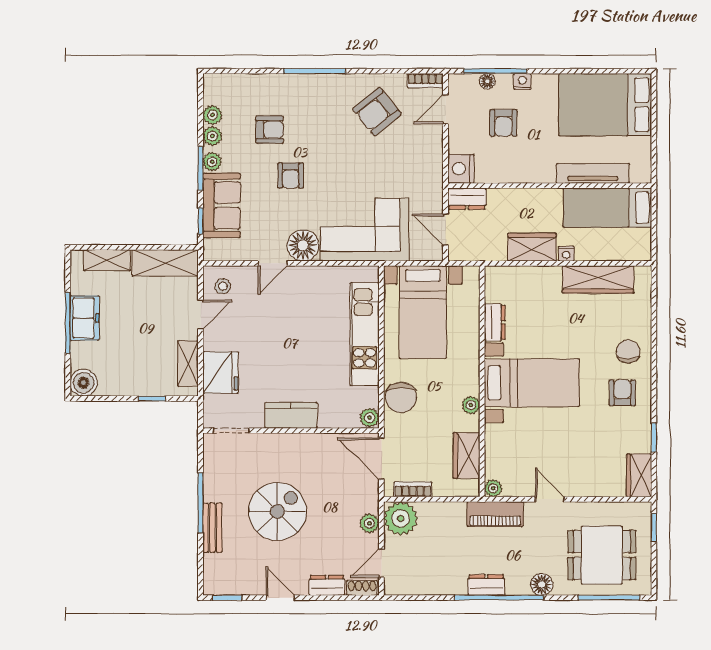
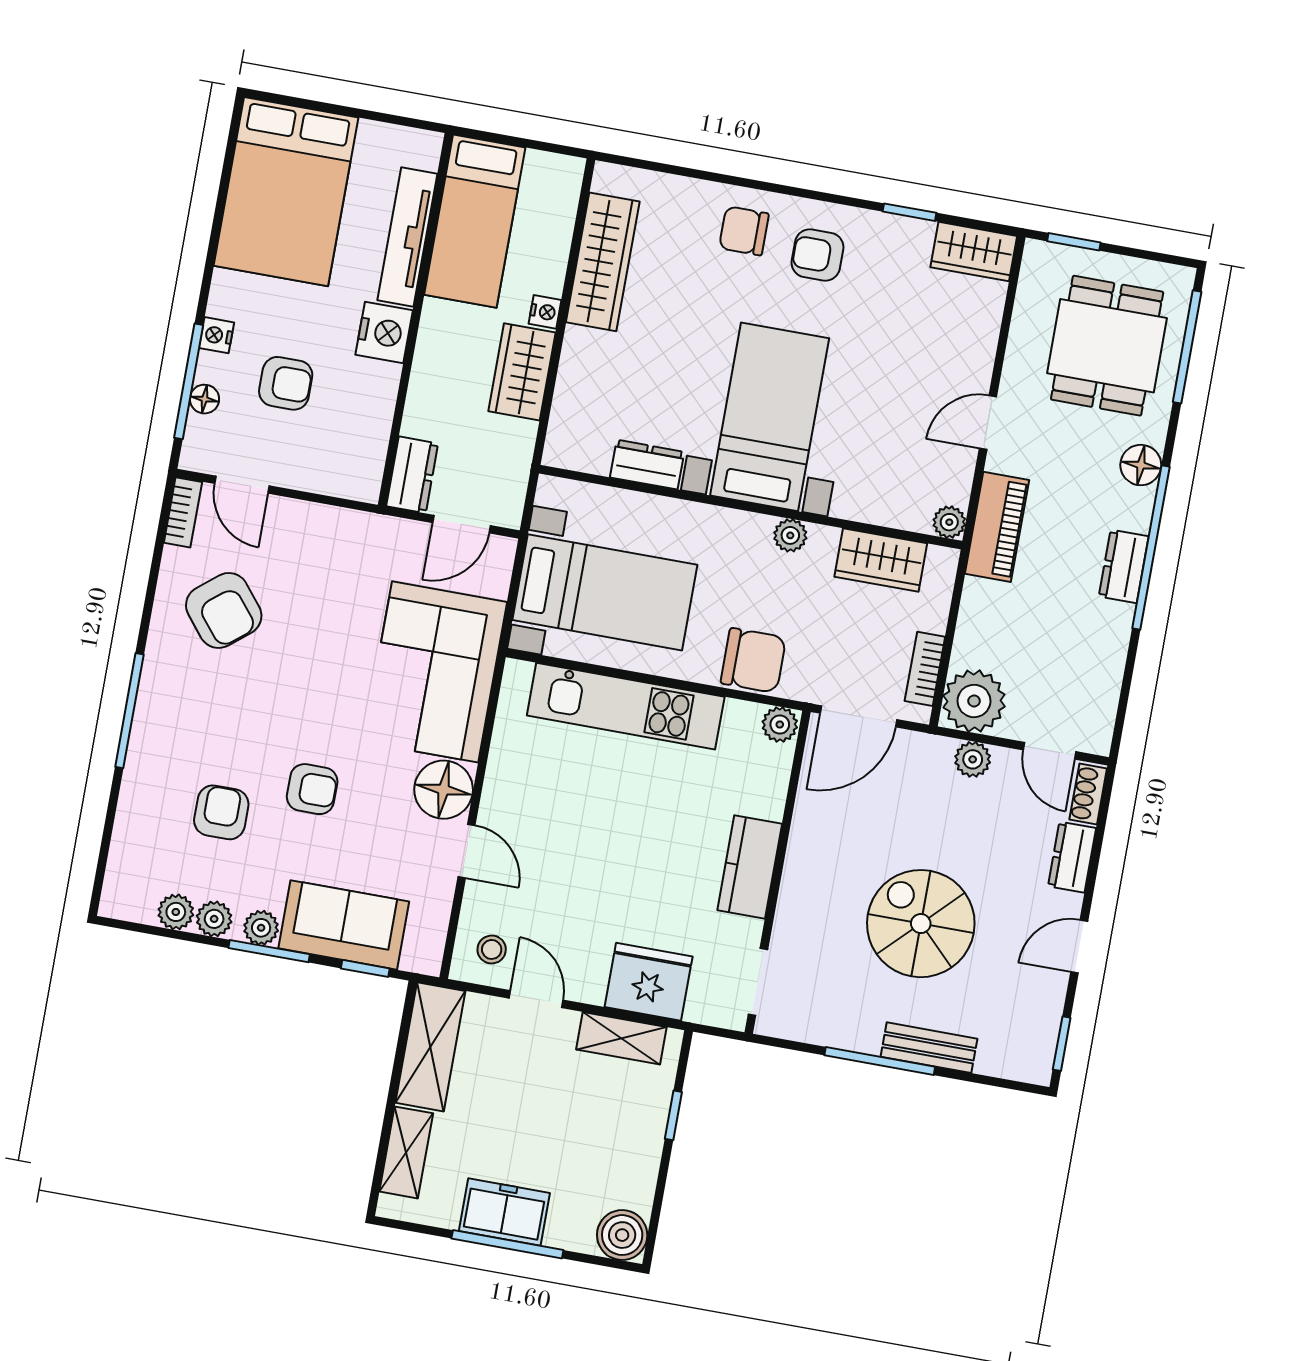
nightstand: (461, 169) -> (384, 332), moved, turned -90

